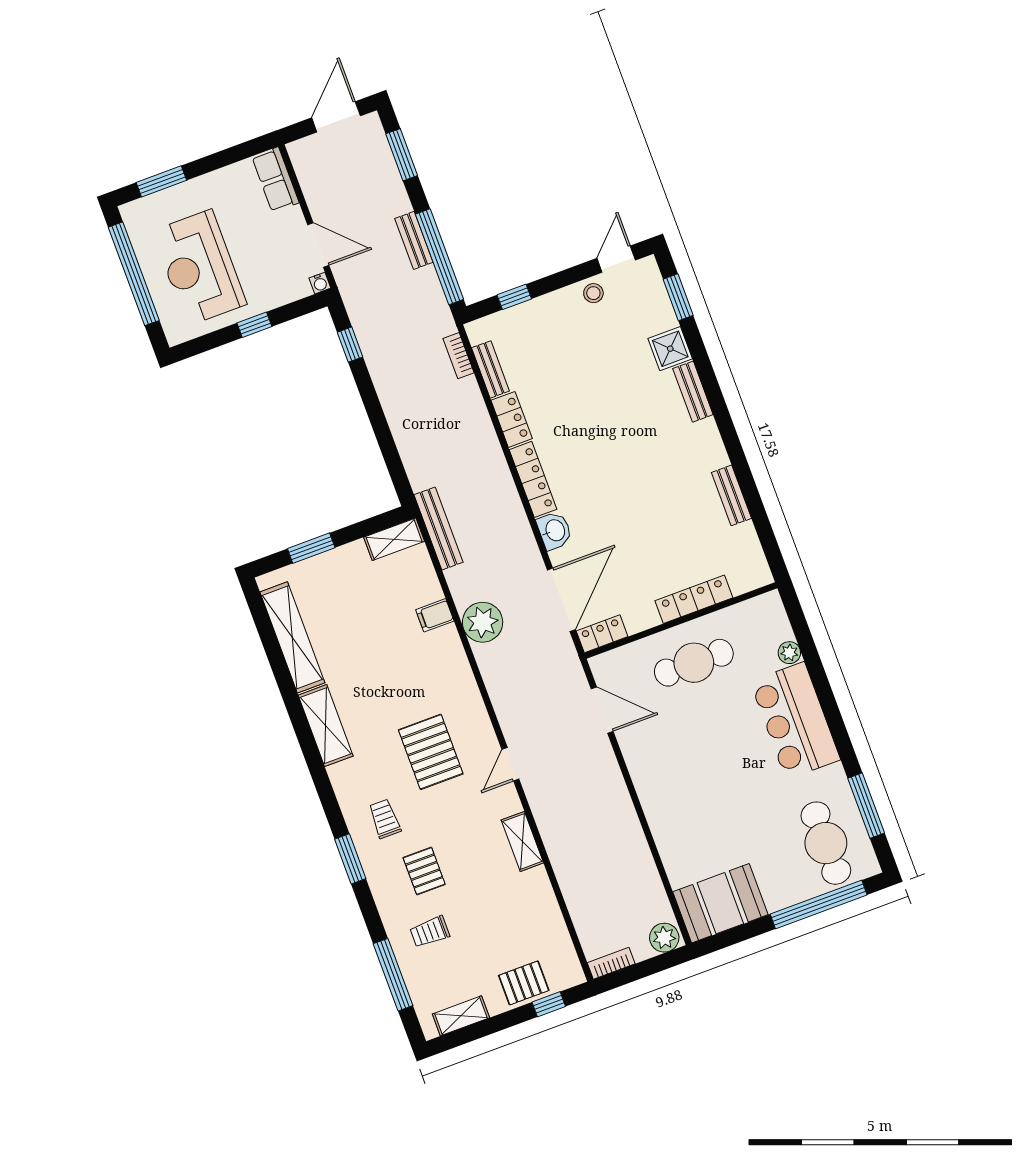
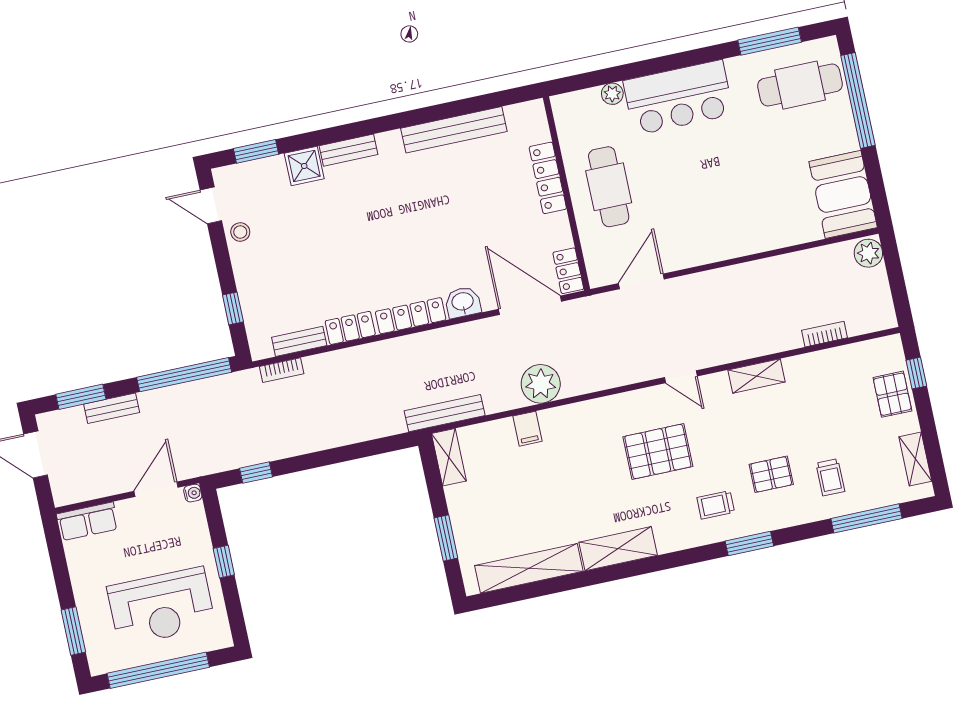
bench: (414, 240) -> (112, 408), moved
bench: (731, 495) -> (454, 130), width x1.86, depth x1.21
bookcase: (611, 963) -> (825, 334), moved, turned 90

